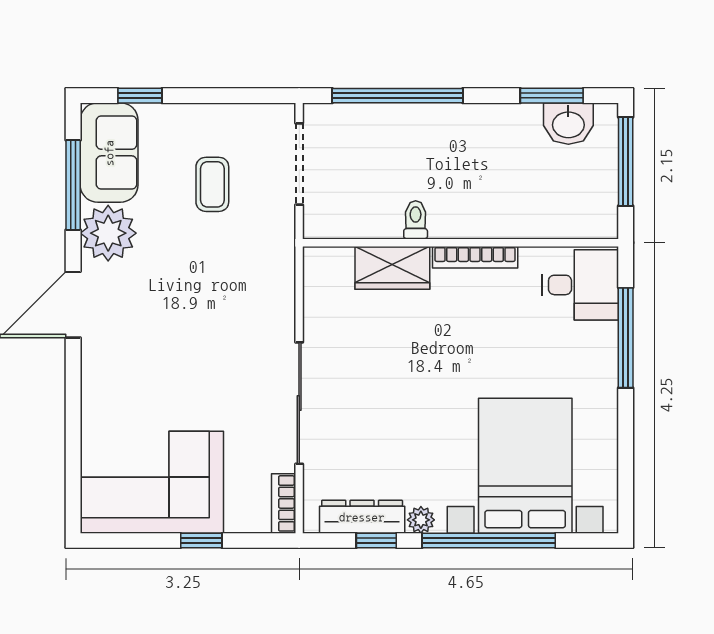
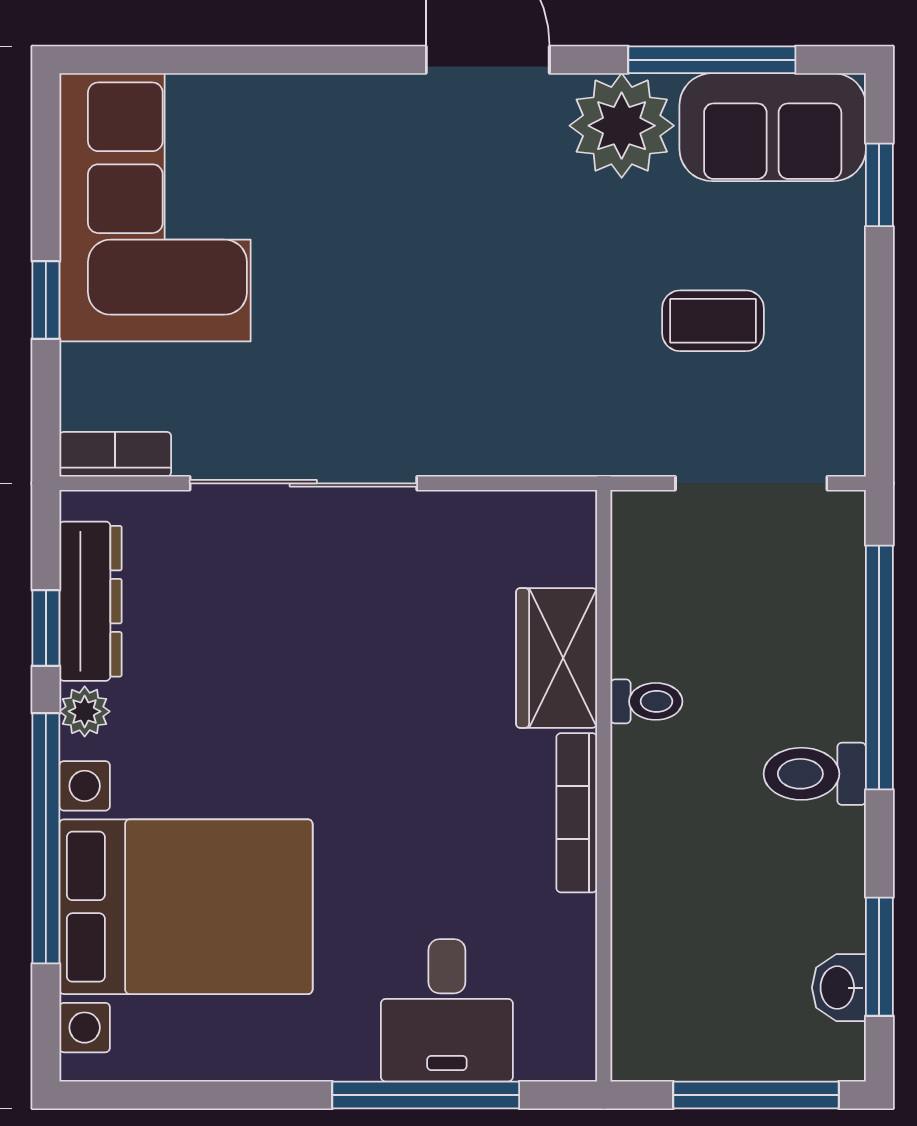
washbasin: (568, 124) -> (839, 988), width x0.72, depth x0.69
toilet: (454, 130) -> (815, 774), added
desk: (580, 285) -> (447, 1010), moved

